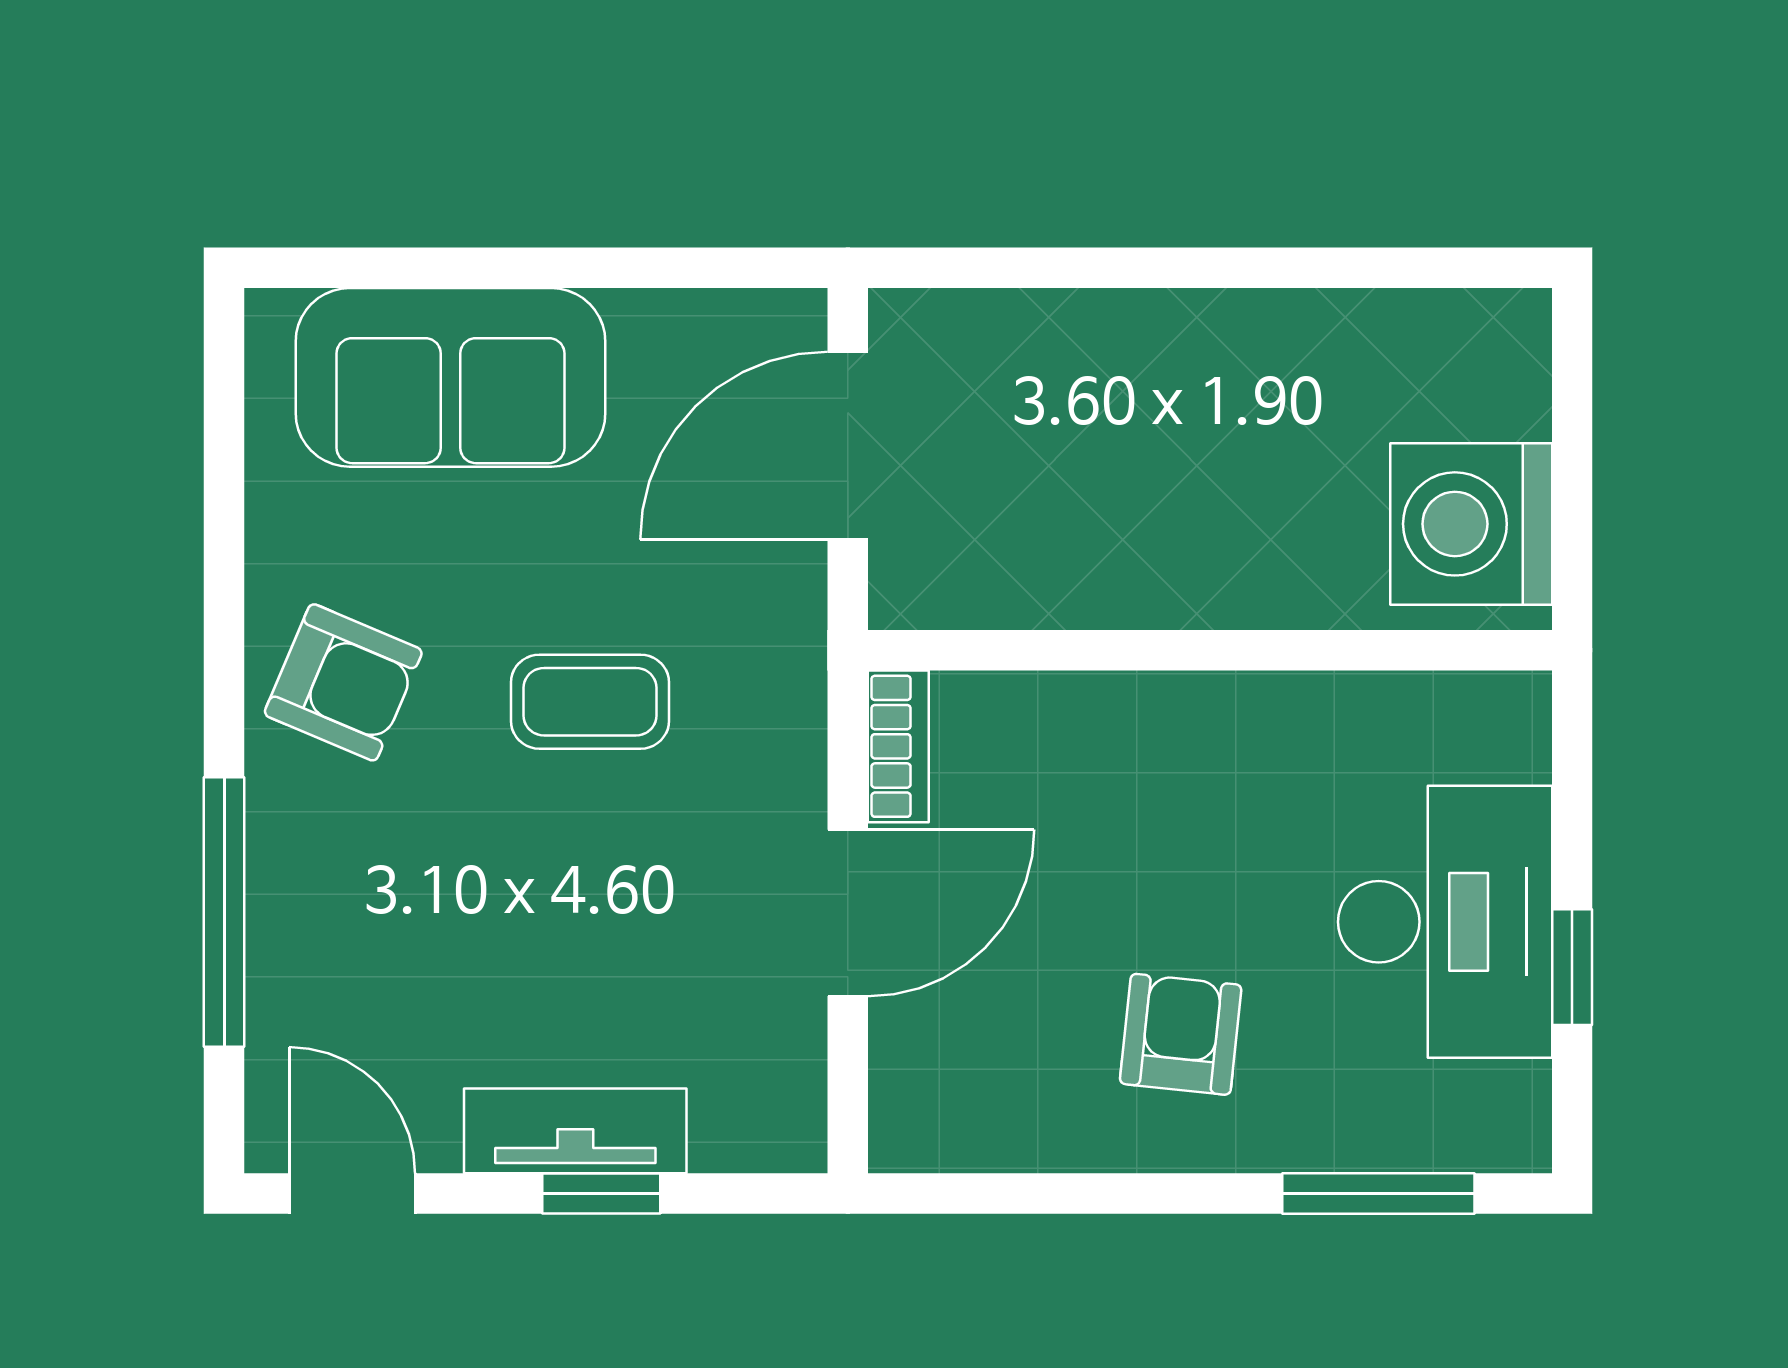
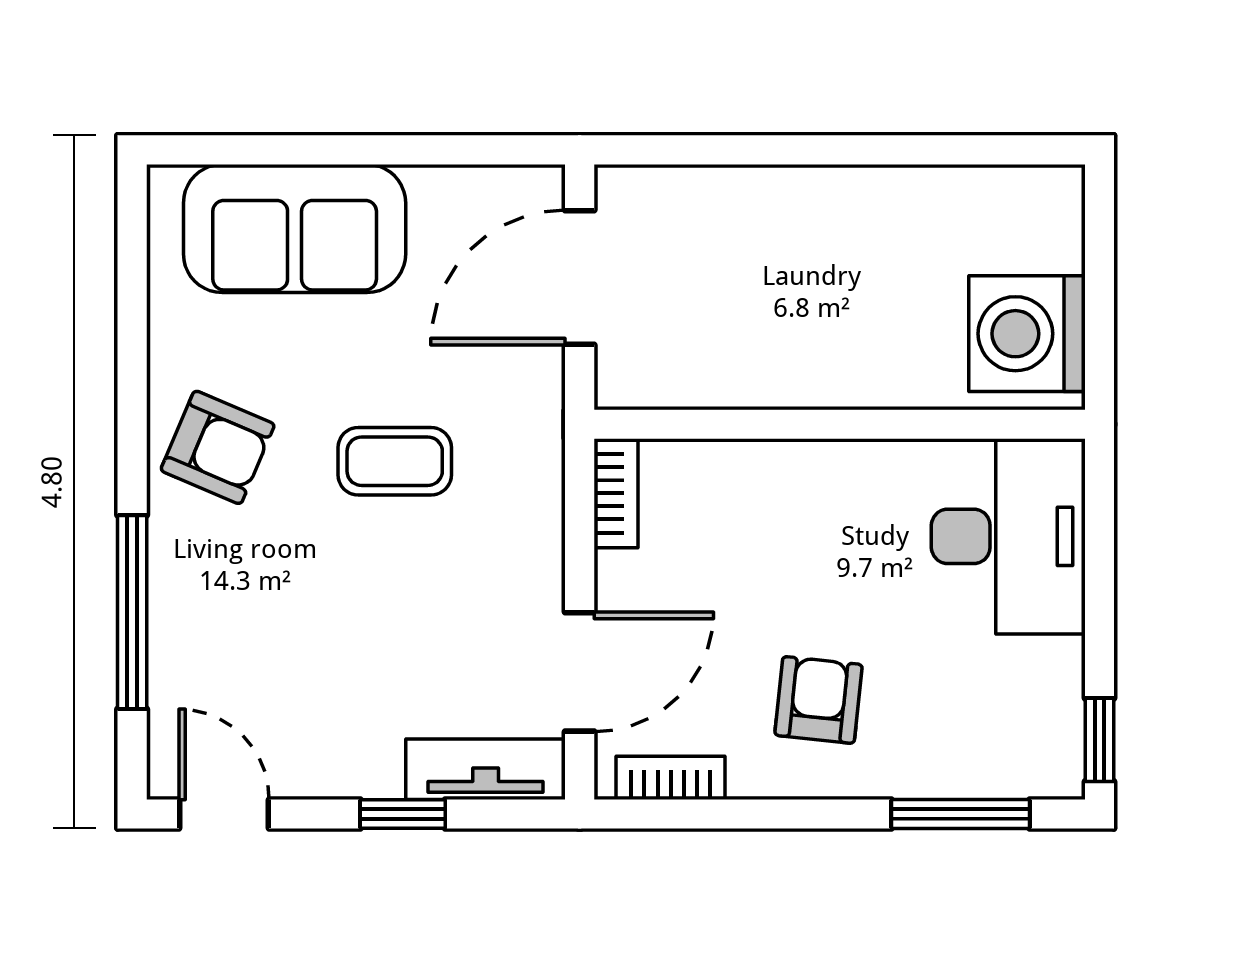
door: (848, 913) -> (580, 672), moved
desk: (1445, 922) -> (1008, 536), moved
window: (1572, 967) -> (1099, 740), moved
tv unit: (575, 1131) -> (486, 769), moved
bookcase: (974, 1143) -> (671, 778), added

